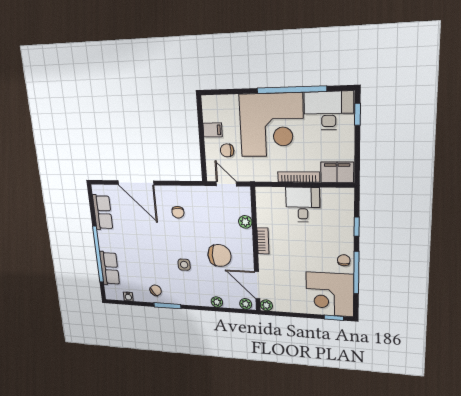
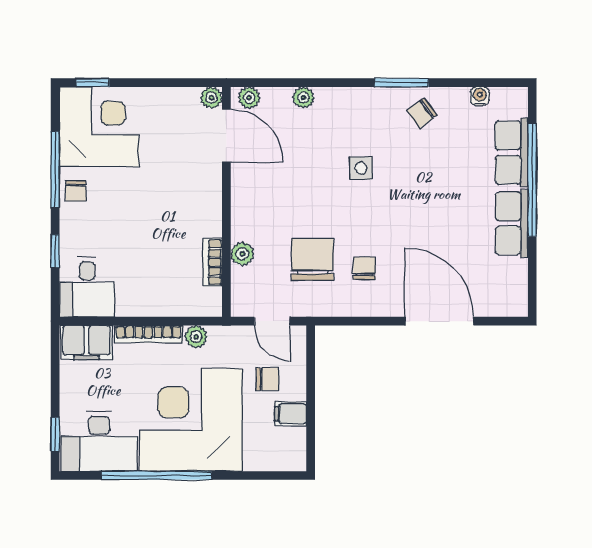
plant: (270, 175) -> (196, 337), added
desk: (303, 205) -> (87, 287), moved
row of seats: (103, 212) -> (512, 223), moved
bookcase: (263, 241) -> (213, 262), moved
chair: (219, 255) -> (312, 259), moved, turned 91

